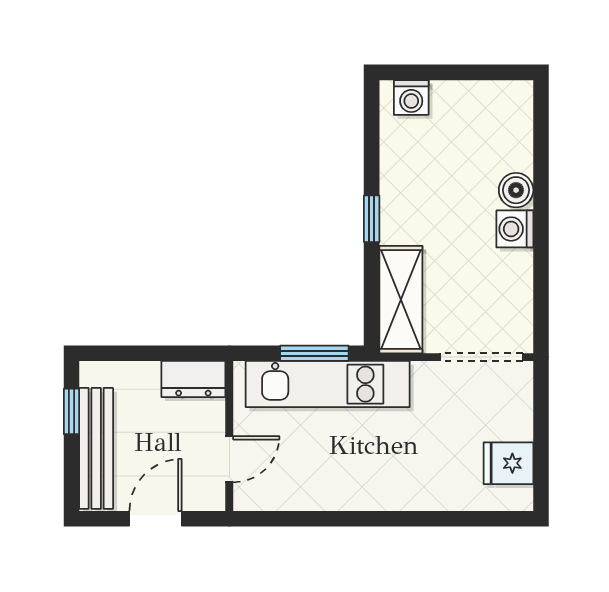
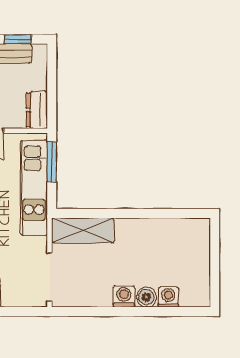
washing machine: (411, 97) -> (168, 297), moved, turned 90
window: (372, 219) -> (130, 213), removed
window: (314, 353) -> (52, 162), moved

